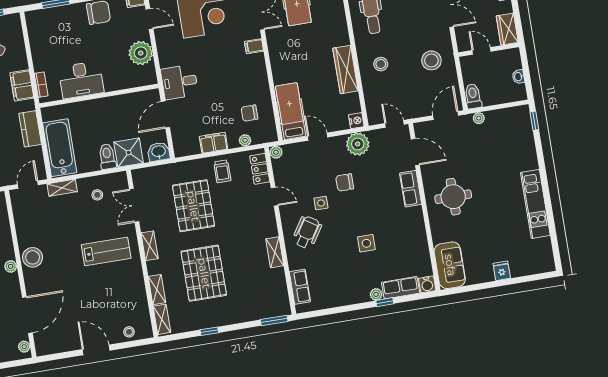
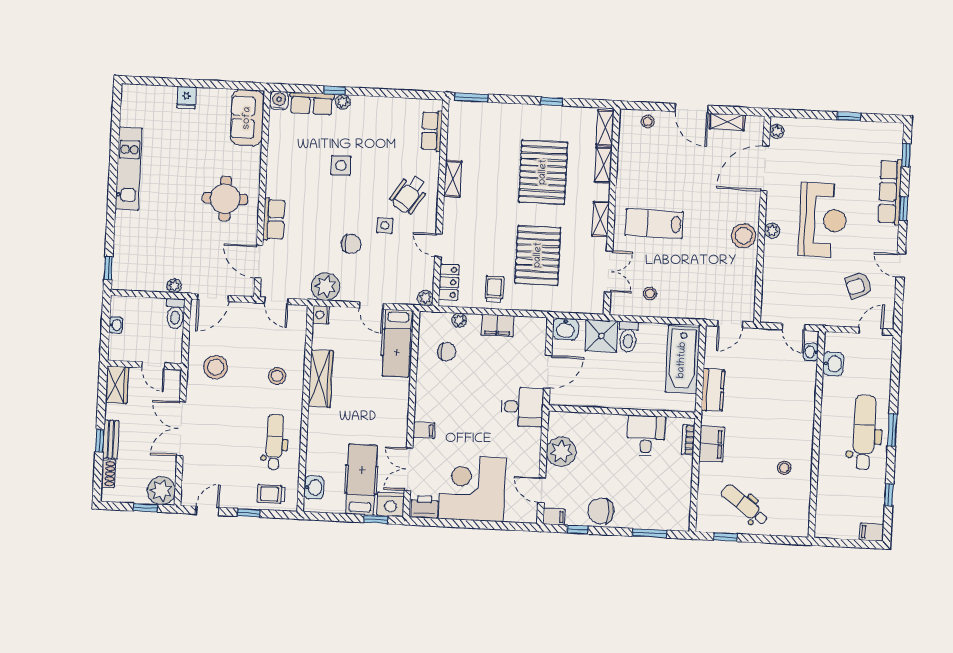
desk: (81, 80) -> (646, 436), width x0.73
shelving: (62, 188) -> (727, 122), moved

